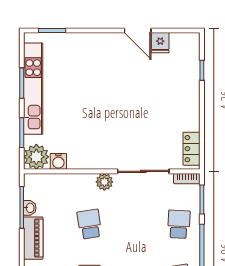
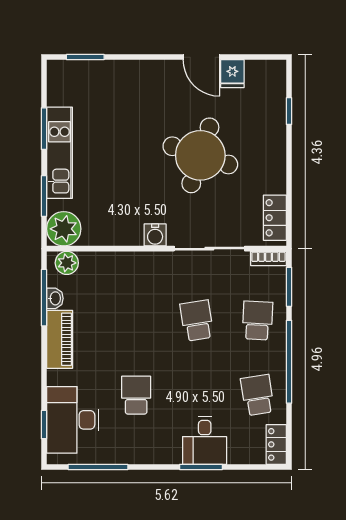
kitchen unit: (33, 89) -> (59, 153), width x0.73
round table: (137, 103) -> (200, 155), added
water cooler: (58, 161) -> (155, 235), moved
plant: (104, 182) -> (67, 263), moved
school desk: (90, 224) -> (197, 320), moved

